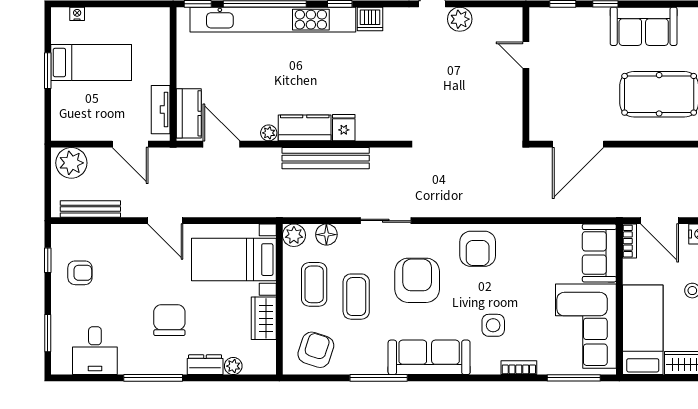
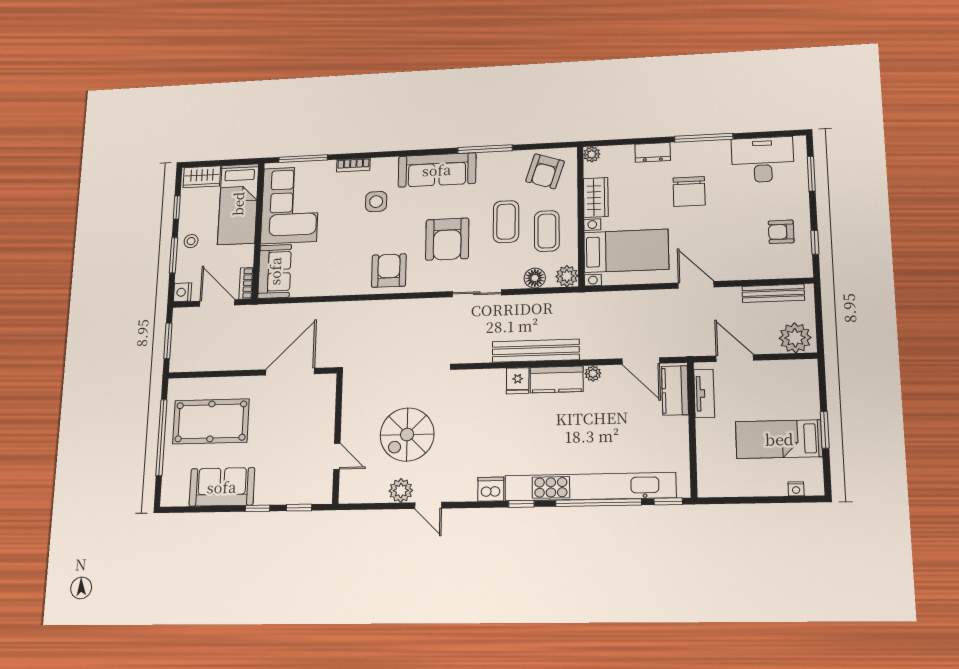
spiral stairs: (455, 76) -> (407, 434), added
desk: (95, 351) -> (763, 160), width x1.37
plant: (233, 366) -> (592, 154), moved

